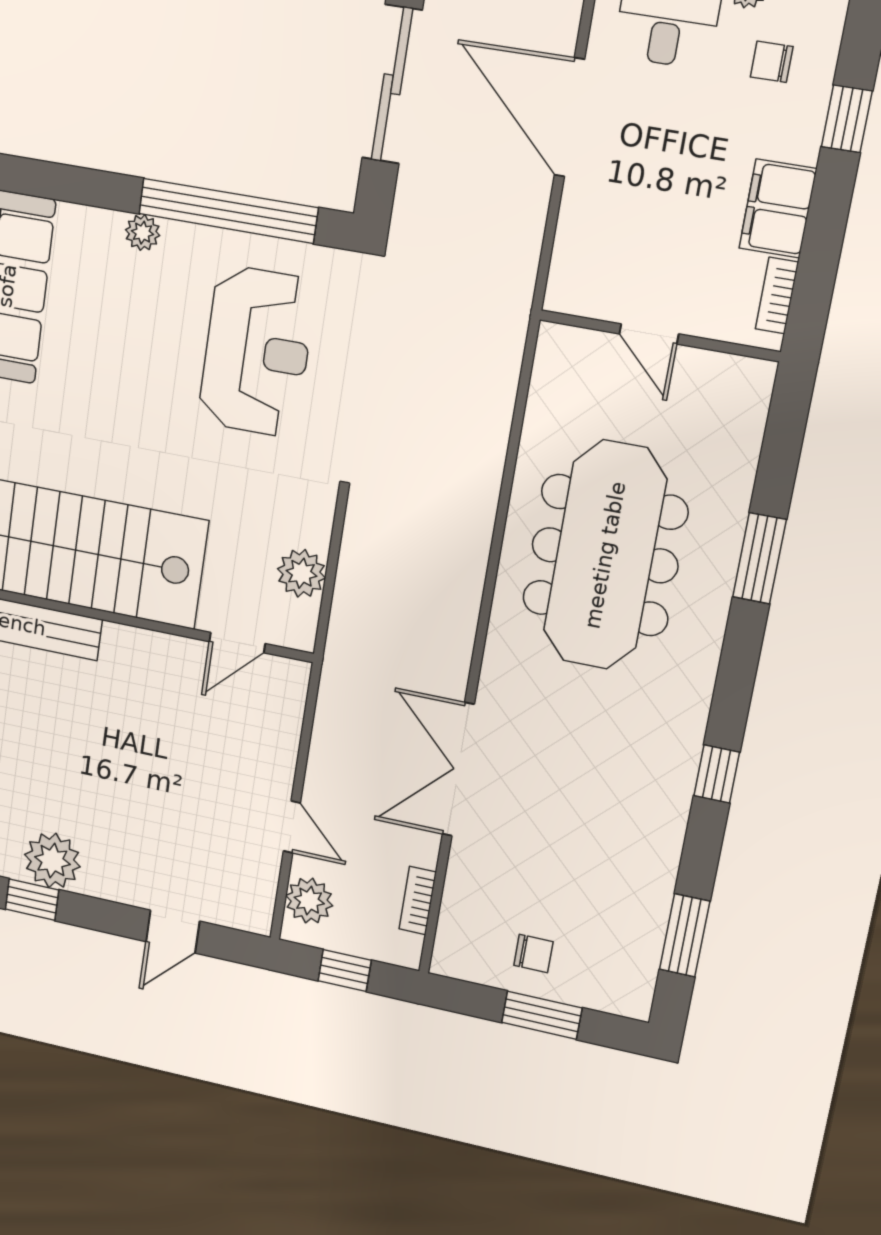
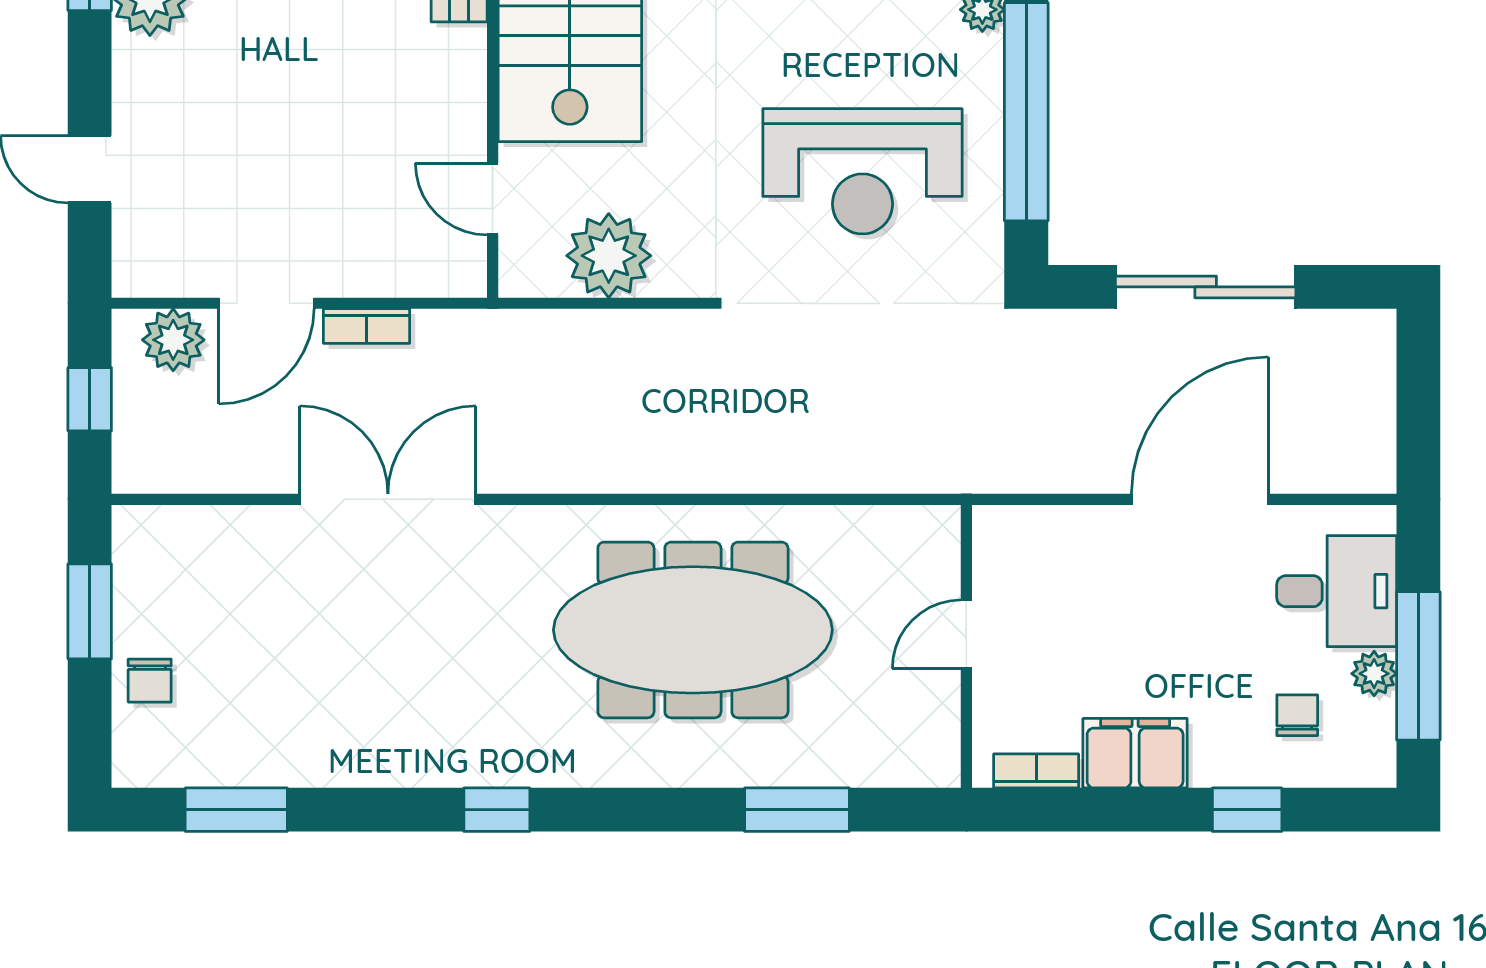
window: (760, 558) -> (797, 810), moved
plant: (302, 573) -> (609, 256), width x1.36, depth x1.36
window: (717, 774) -> (497, 810), moved
door: (292, 827) -> (266, 303), width x1.37
bookcase: (418, 901) -> (366, 326), moved, turned 180
chair: (533, 953) -> (150, 681), moved
window: (542, 1015) -> (90, 611), moved

